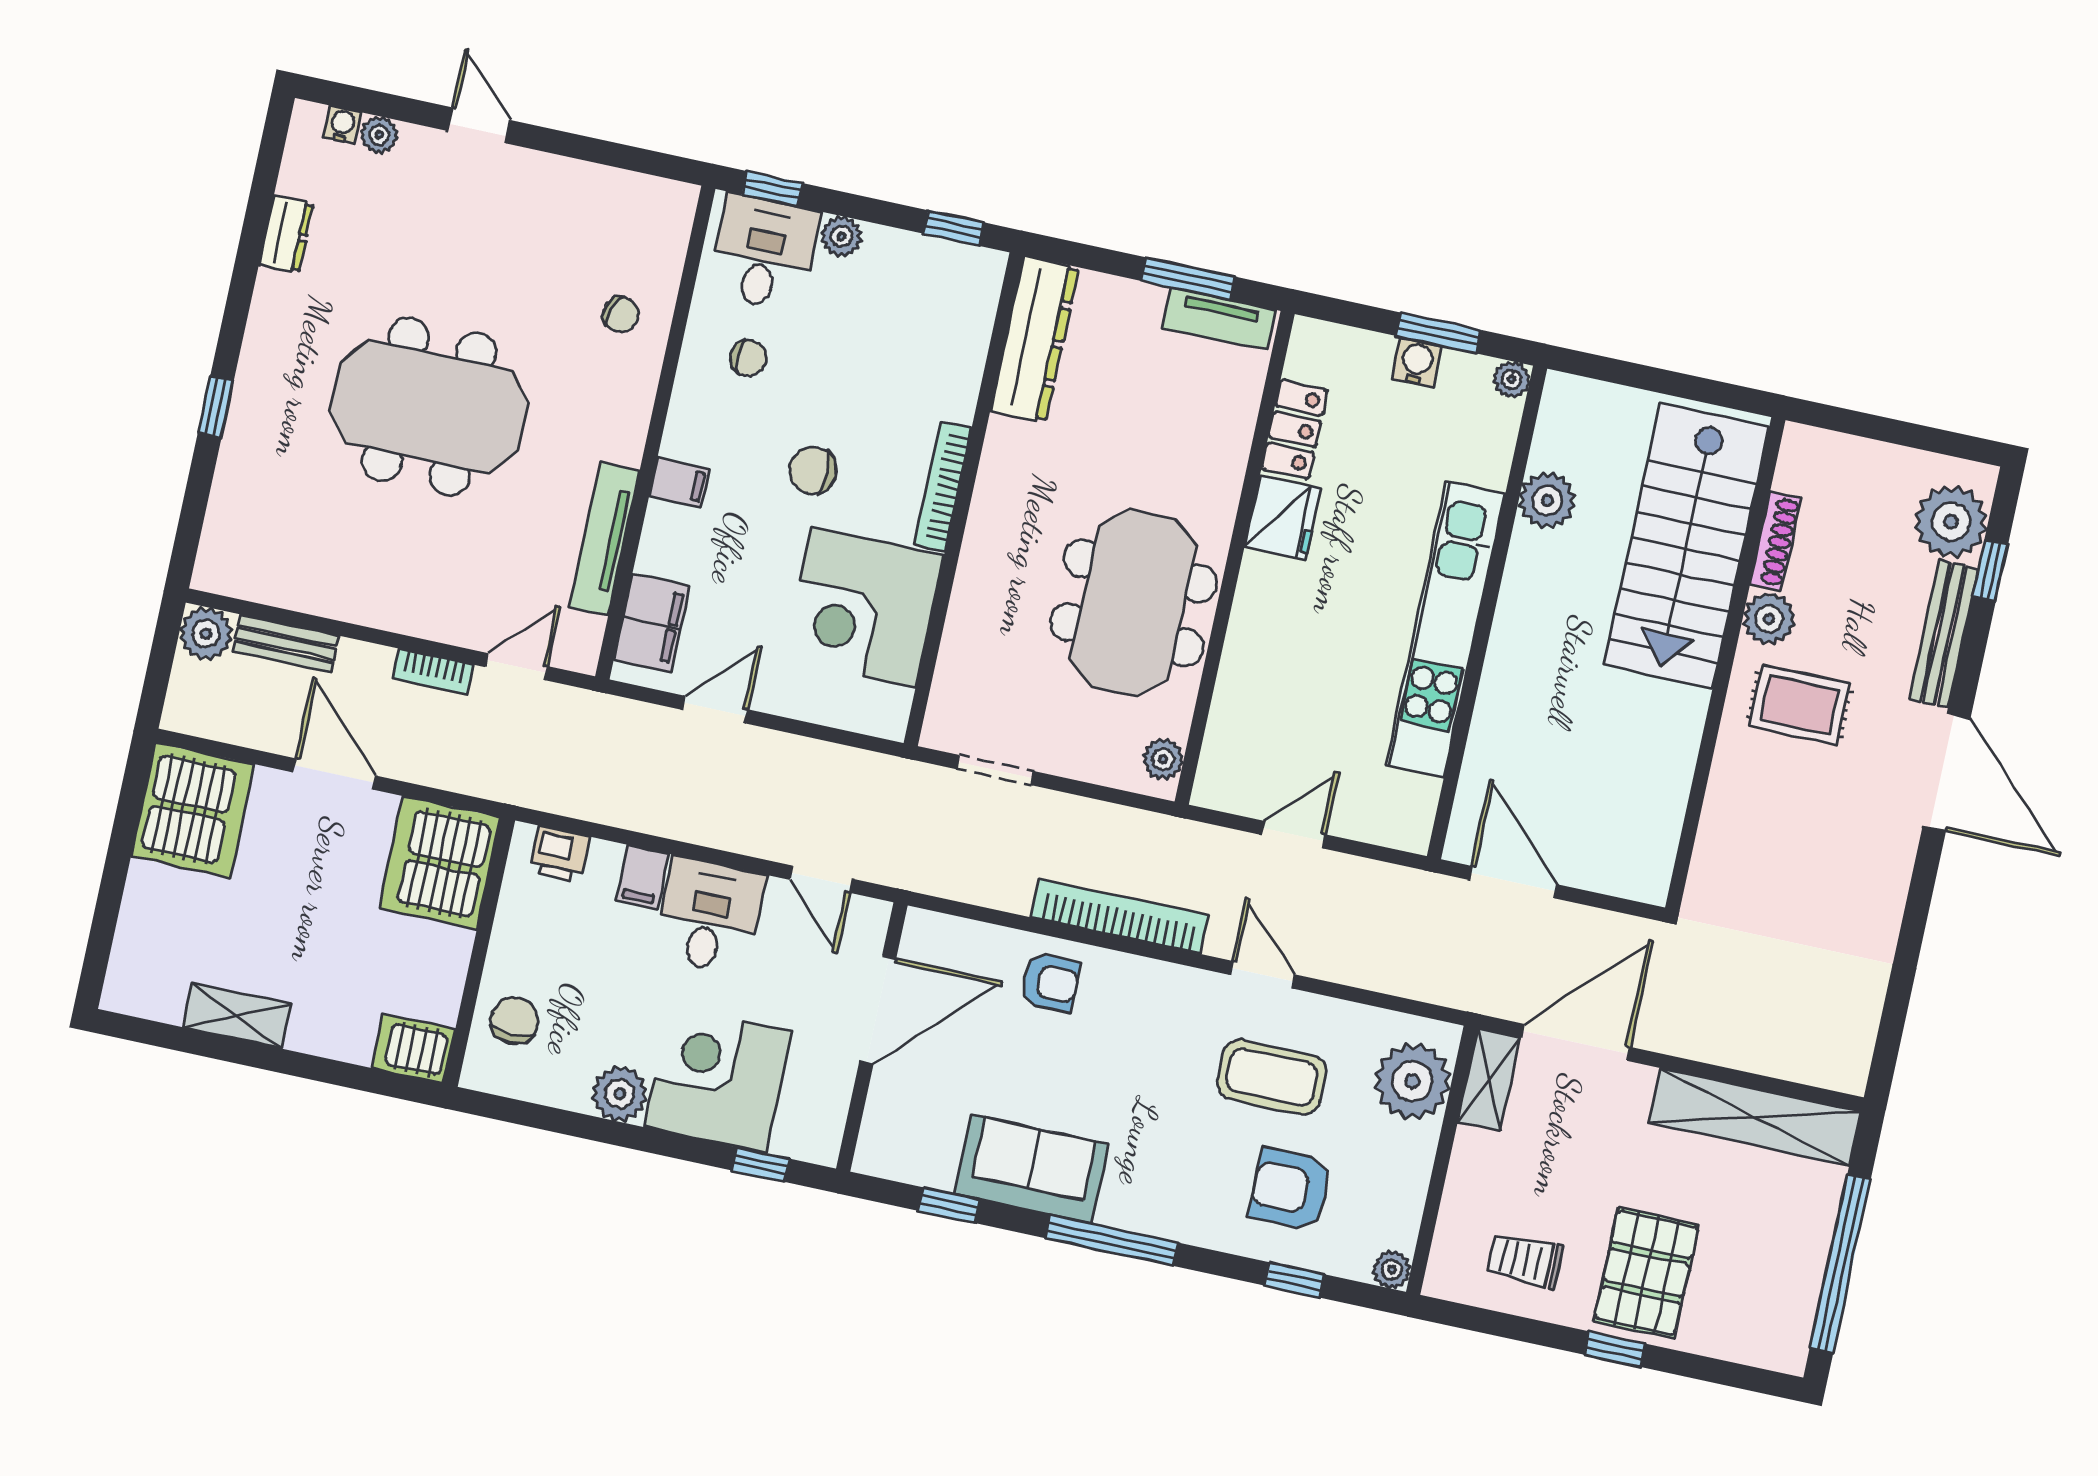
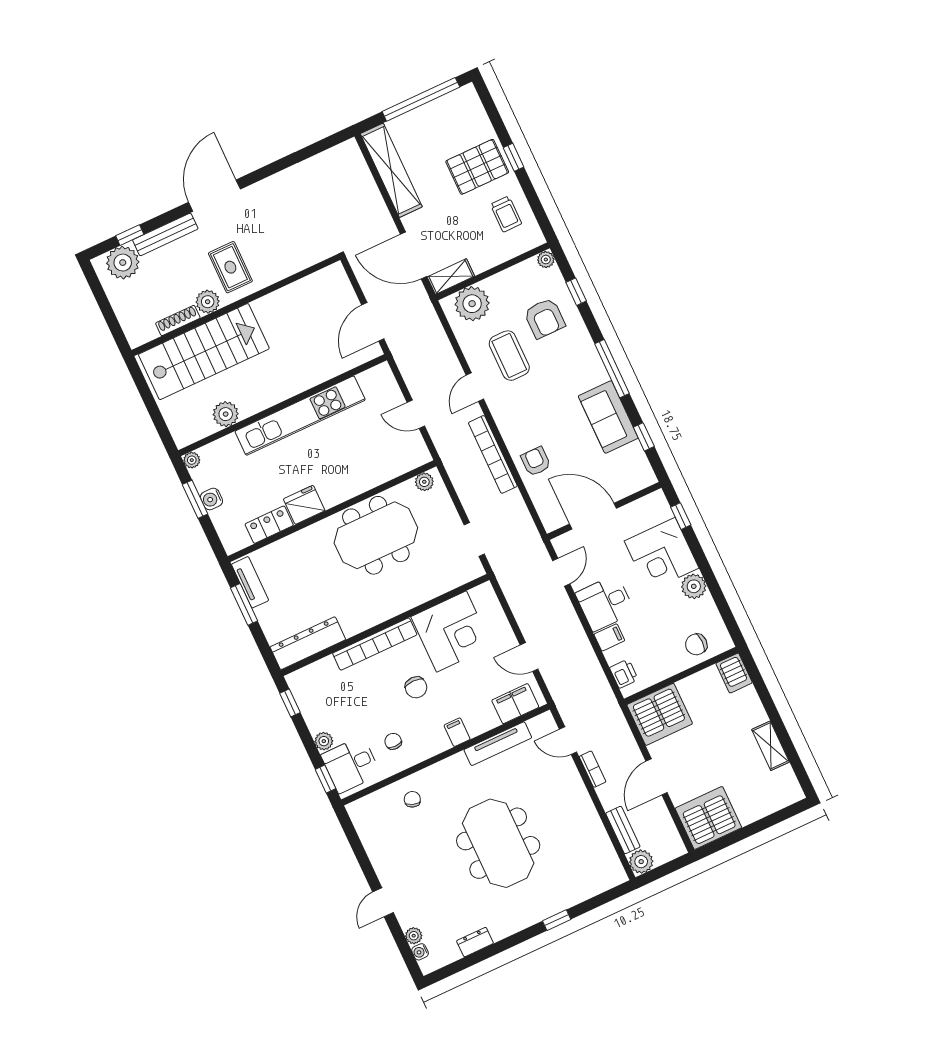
bookcase: (943, 486) -> (375, 644), width x1.48, depth x1.31

